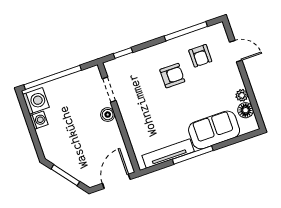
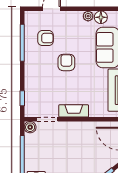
armchair: (172, 76) -> (66, 62), moved
boiler: (108, 115) -> (30, 127), moved
fireplace: (129, 116) -> (74, 111), added

